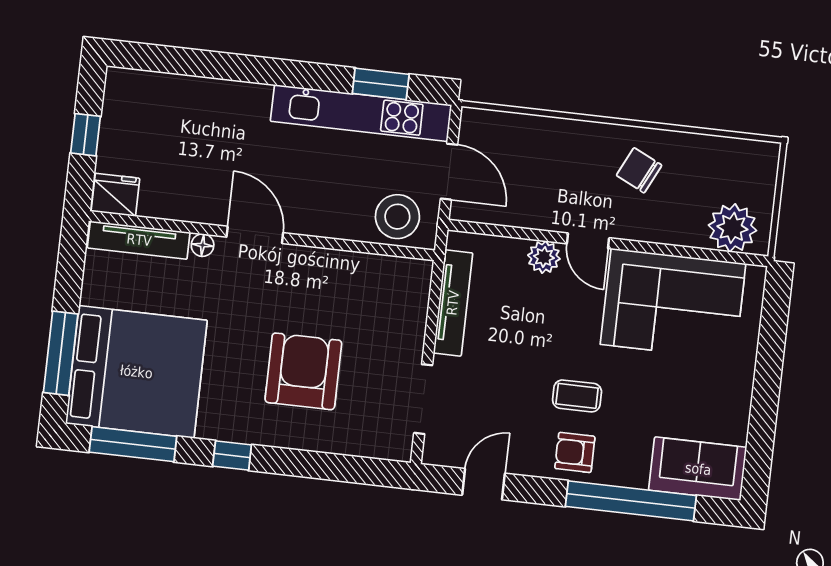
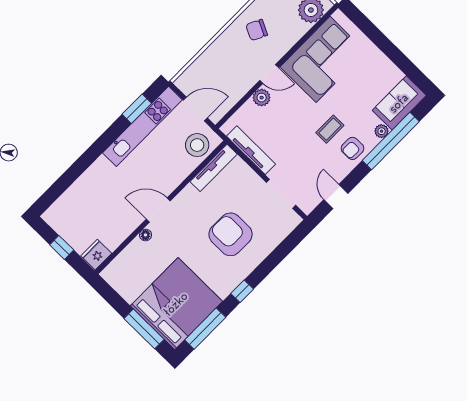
tv unit: (139, 240) -> (214, 168), moved
plant: (635, 476) -> (382, 131), added

